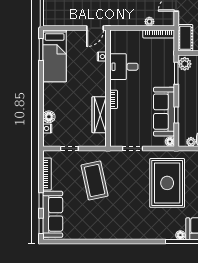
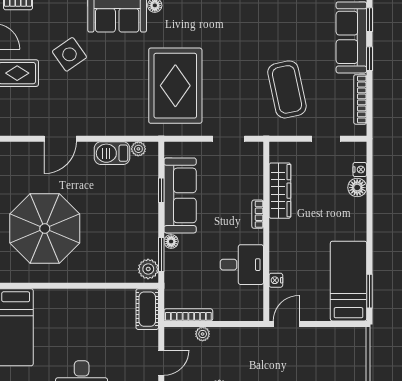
floor lamp: (170, 142) -> (171, 242), moved

